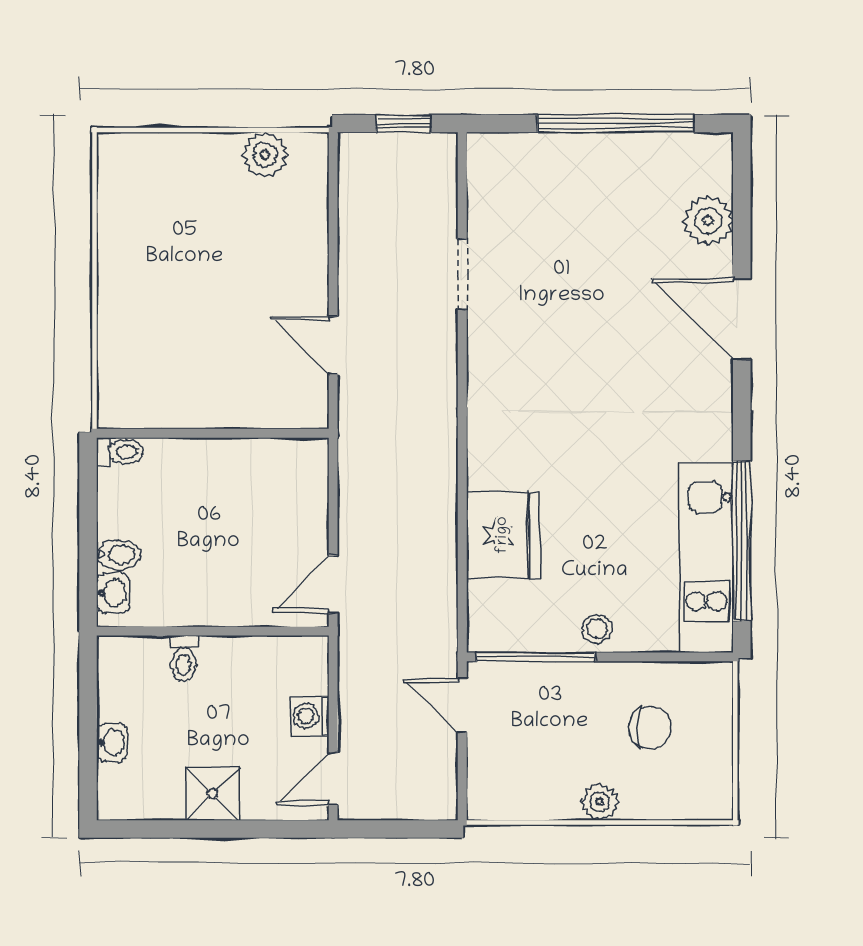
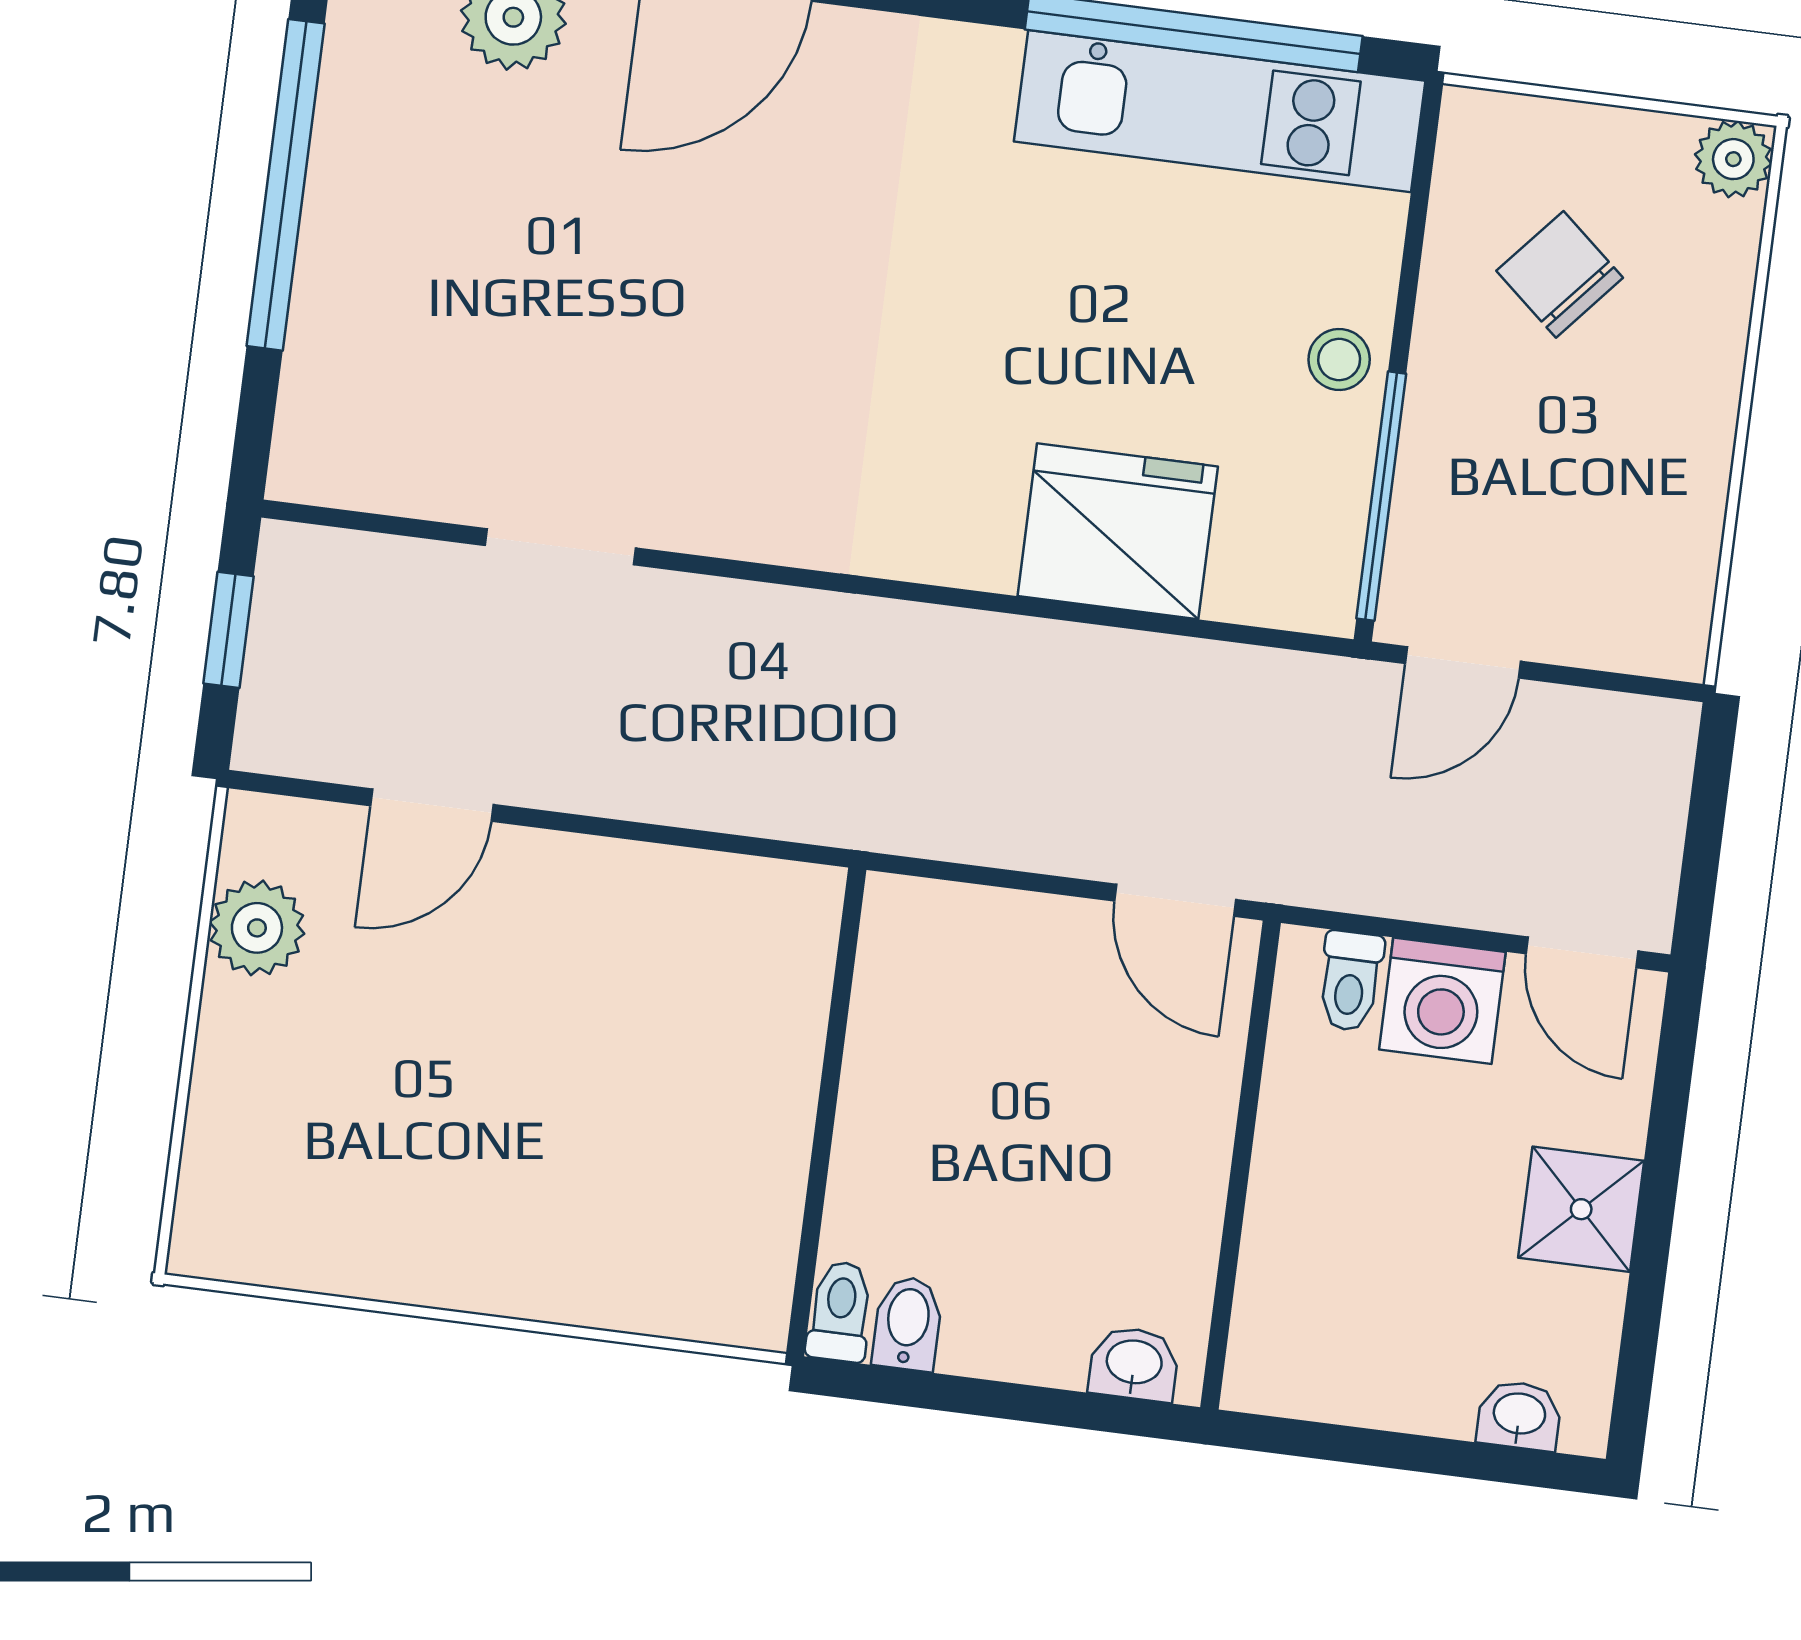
door: (333, 345) -> (432, 805), moved
bidet: (118, 555) -> (908, 1324), moved
toilet: (184, 658) -> (1350, 981), moved, turned 90
washing machine: (309, 716) -> (1442, 1001), width x1.38, depth x1.38
chair: (650, 727) -> (1560, 274), turned -49
washbasin: (112, 742) -> (1519, 1415), moved
plant: (600, 802) -> (1733, 159), moved

